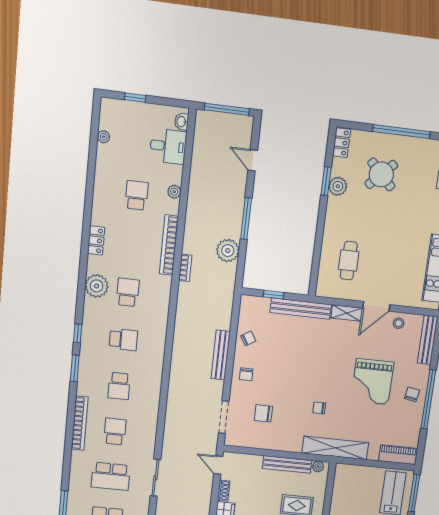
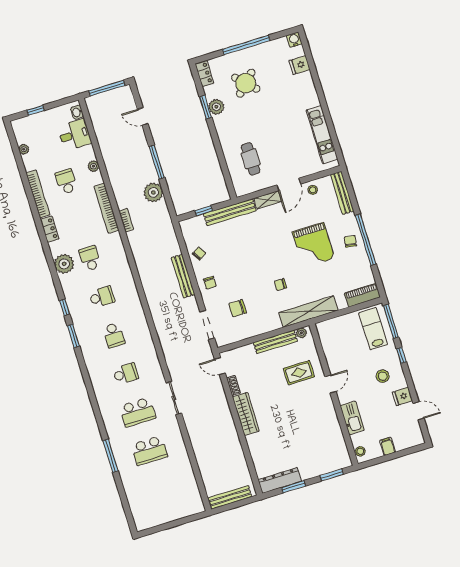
bookcase: (80, 423) -> (38, 194), moved
school desk: (115, 432) -> (126, 374), turned 90

